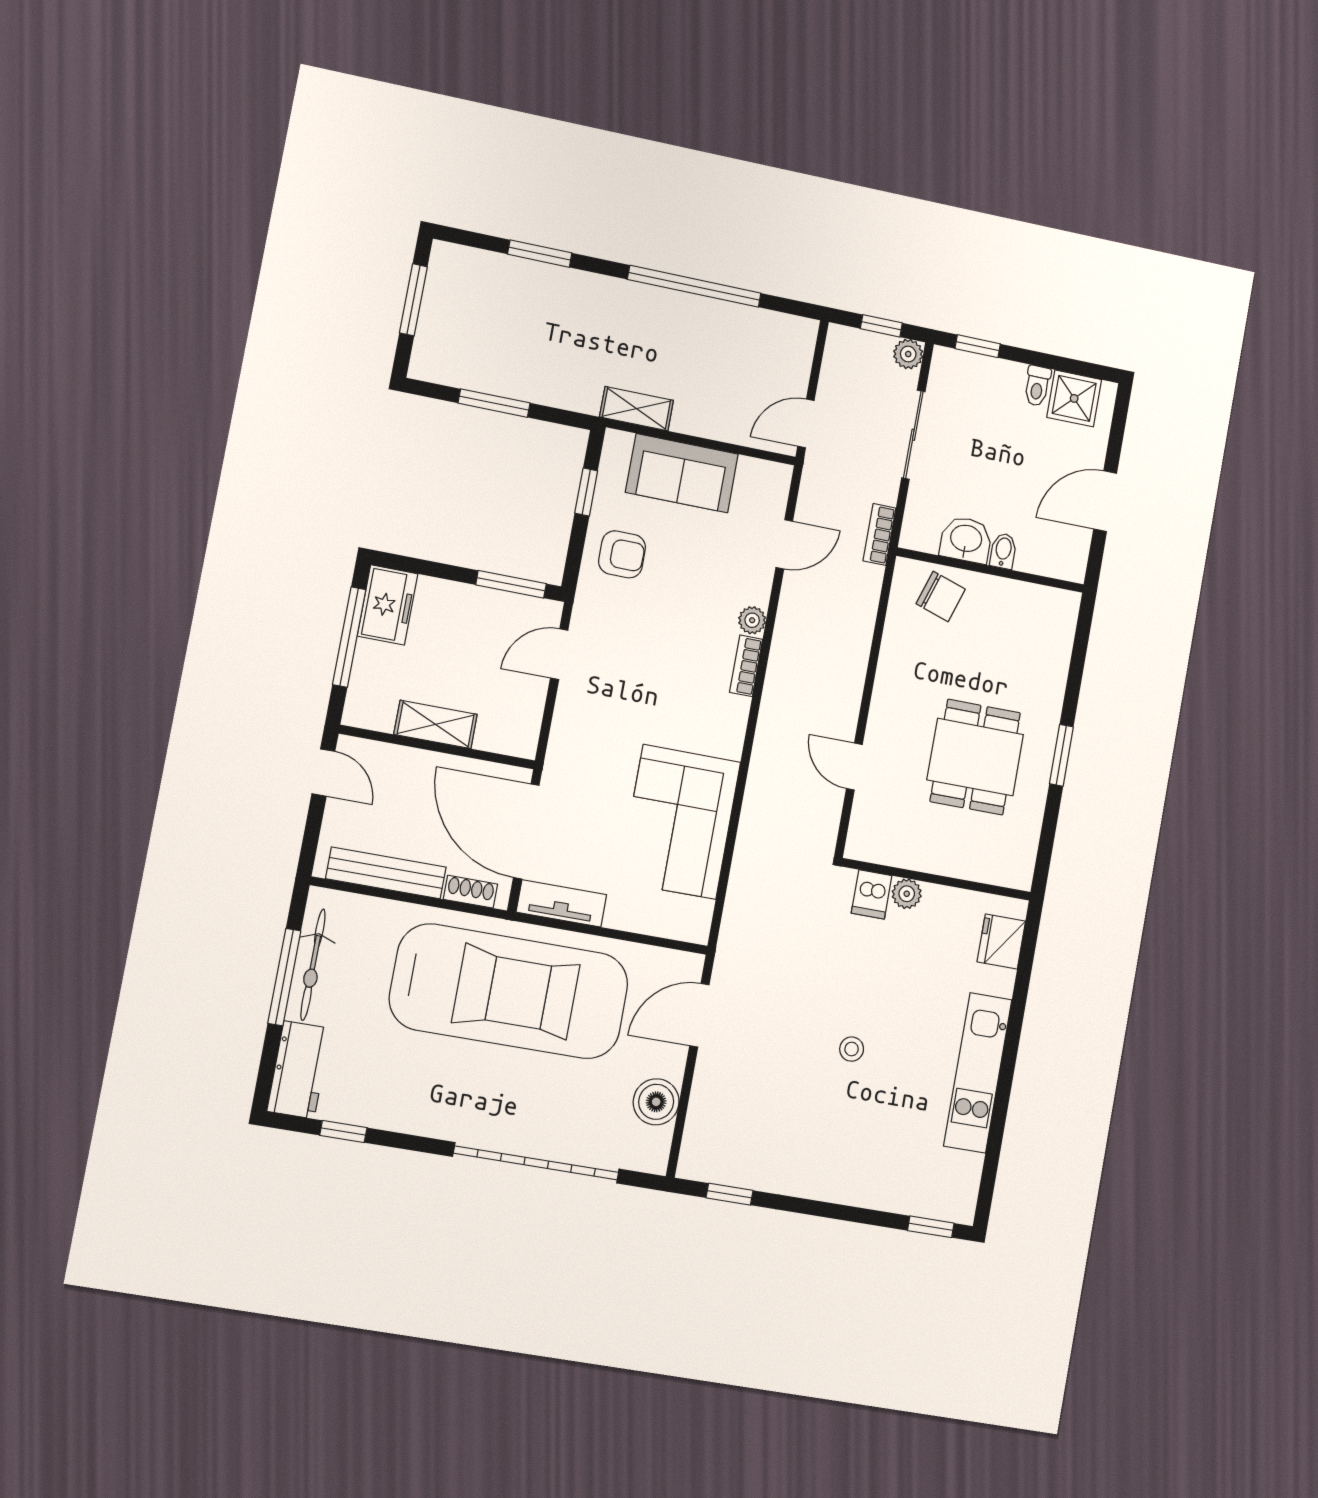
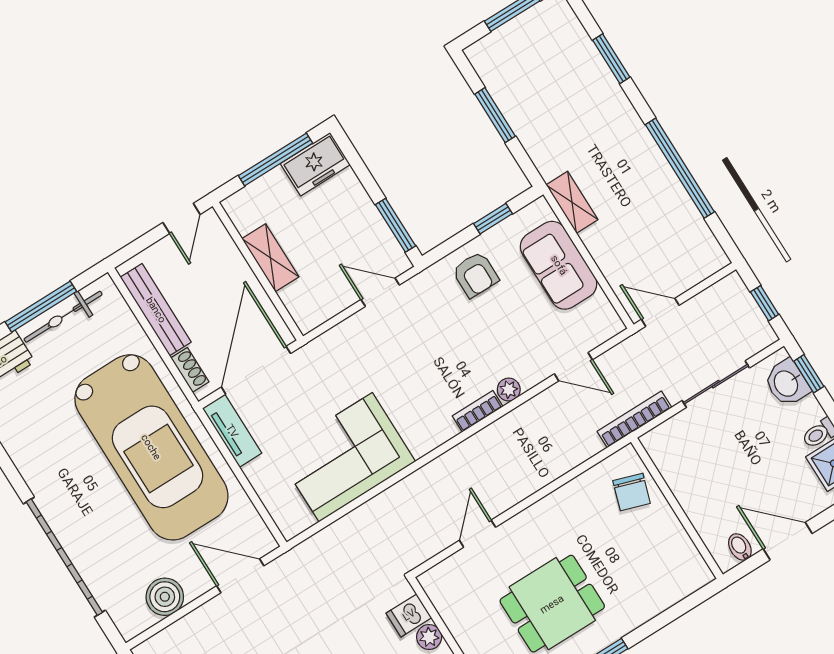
plant: (908, 354) -> (763, 335), removed
bookcase: (879, 534) -> (634, 419), width x1.56
washbasin: (966, 540) -> (787, 383), moved, turned 180
bidet: (1003, 551) -> (740, 547), moved, turned -90

